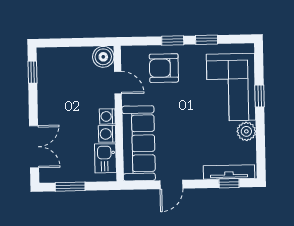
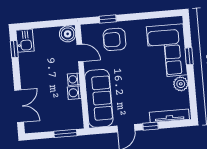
window: (173, 40) -> (108, 19), moved
window: (207, 40) -> (146, 16), removed
kitchen sink: (105, 158) -> (25, 41), moved, turned 180
window: (229, 183) -> (150, 126), moved
window: (70, 187) -> (65, 133), moved

